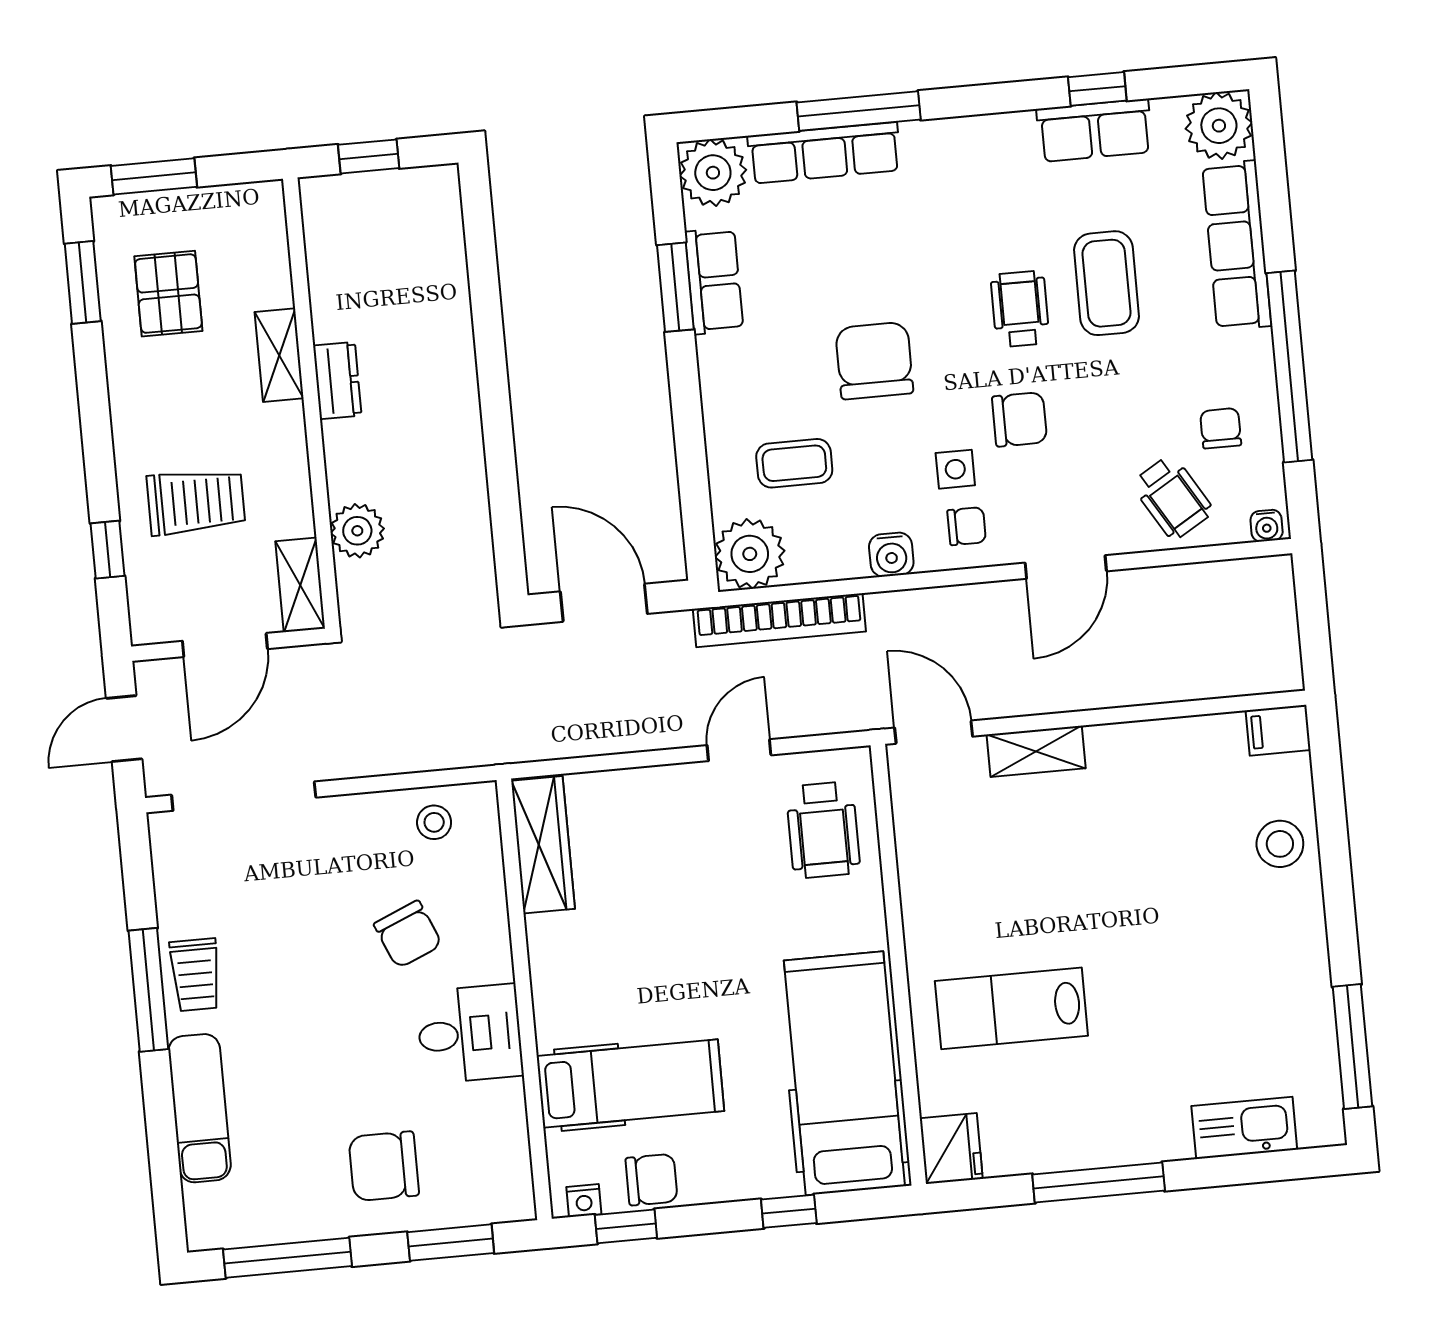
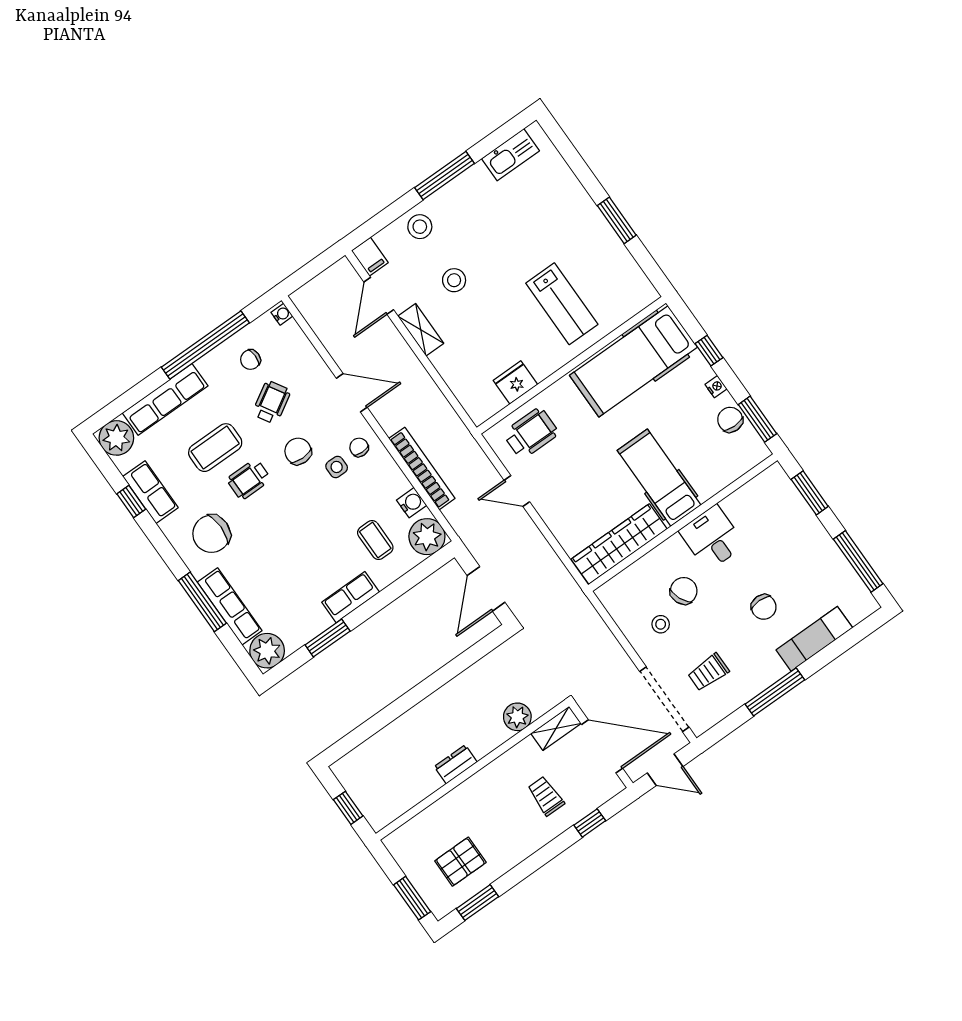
row of seats: (714, 281) -> (351, 597), moved
shelving: (279, 355) -> (459, 797), removed
chair: (874, 361) -> (211, 534), moved
wheelchair: (1172, 497) -> (271, 402), moved
trolley: (196, 502) -> (546, 796), width x0.73, depth x0.72
water cooler: (891, 555) -> (412, 503), moved
bookcase: (779, 620) -> (422, 468), moved
door: (225, 645) -> (602, 746), width x1.36
door: (934, 732) -> (379, 296), moved
shelving: (1036, 751) -> (421, 330), moved
stool: (434, 822) -> (661, 624), moved
wardrobe: (543, 845) -> (619, 544), width x1.40, depth x1.17
stool: (1156, 850) -> (454, 280), added
trolley: (195, 975) -> (708, 672), moved, turned 180
window: (1352, 1047) -> (445, 176), moved
hospital bed: (630, 1084) -> (659, 478), moved
kitchen sink: (1244, 1128) -> (510, 155), moved, turned -90
fridge: (951, 1149) -> (515, 382), moved
chair: (384, 1166) -> (764, 607), moved, width x0.73, depth x0.73
window: (1099, 1183) -> (617, 220), width x0.69
nightstand: (584, 1201) -> (716, 387), moved
window: (626, 1226) -> (757, 419), width x1.50

